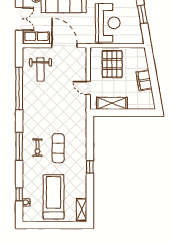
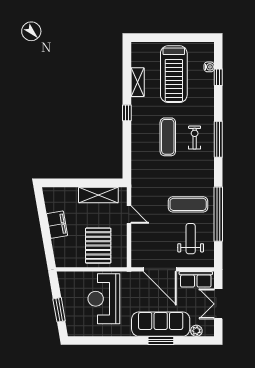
exercise mat: (42, 96) -> (188, 204), added
shelving: (82, 210) -> (138, 82), moved

